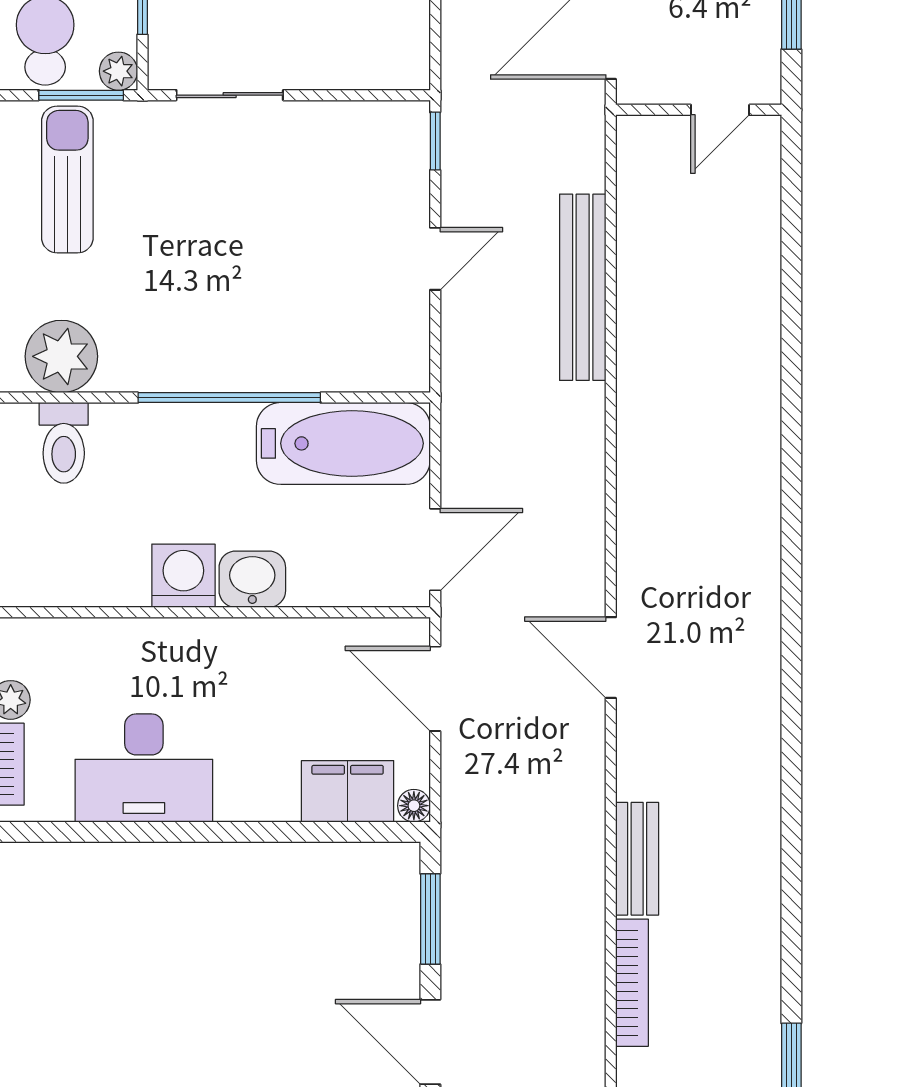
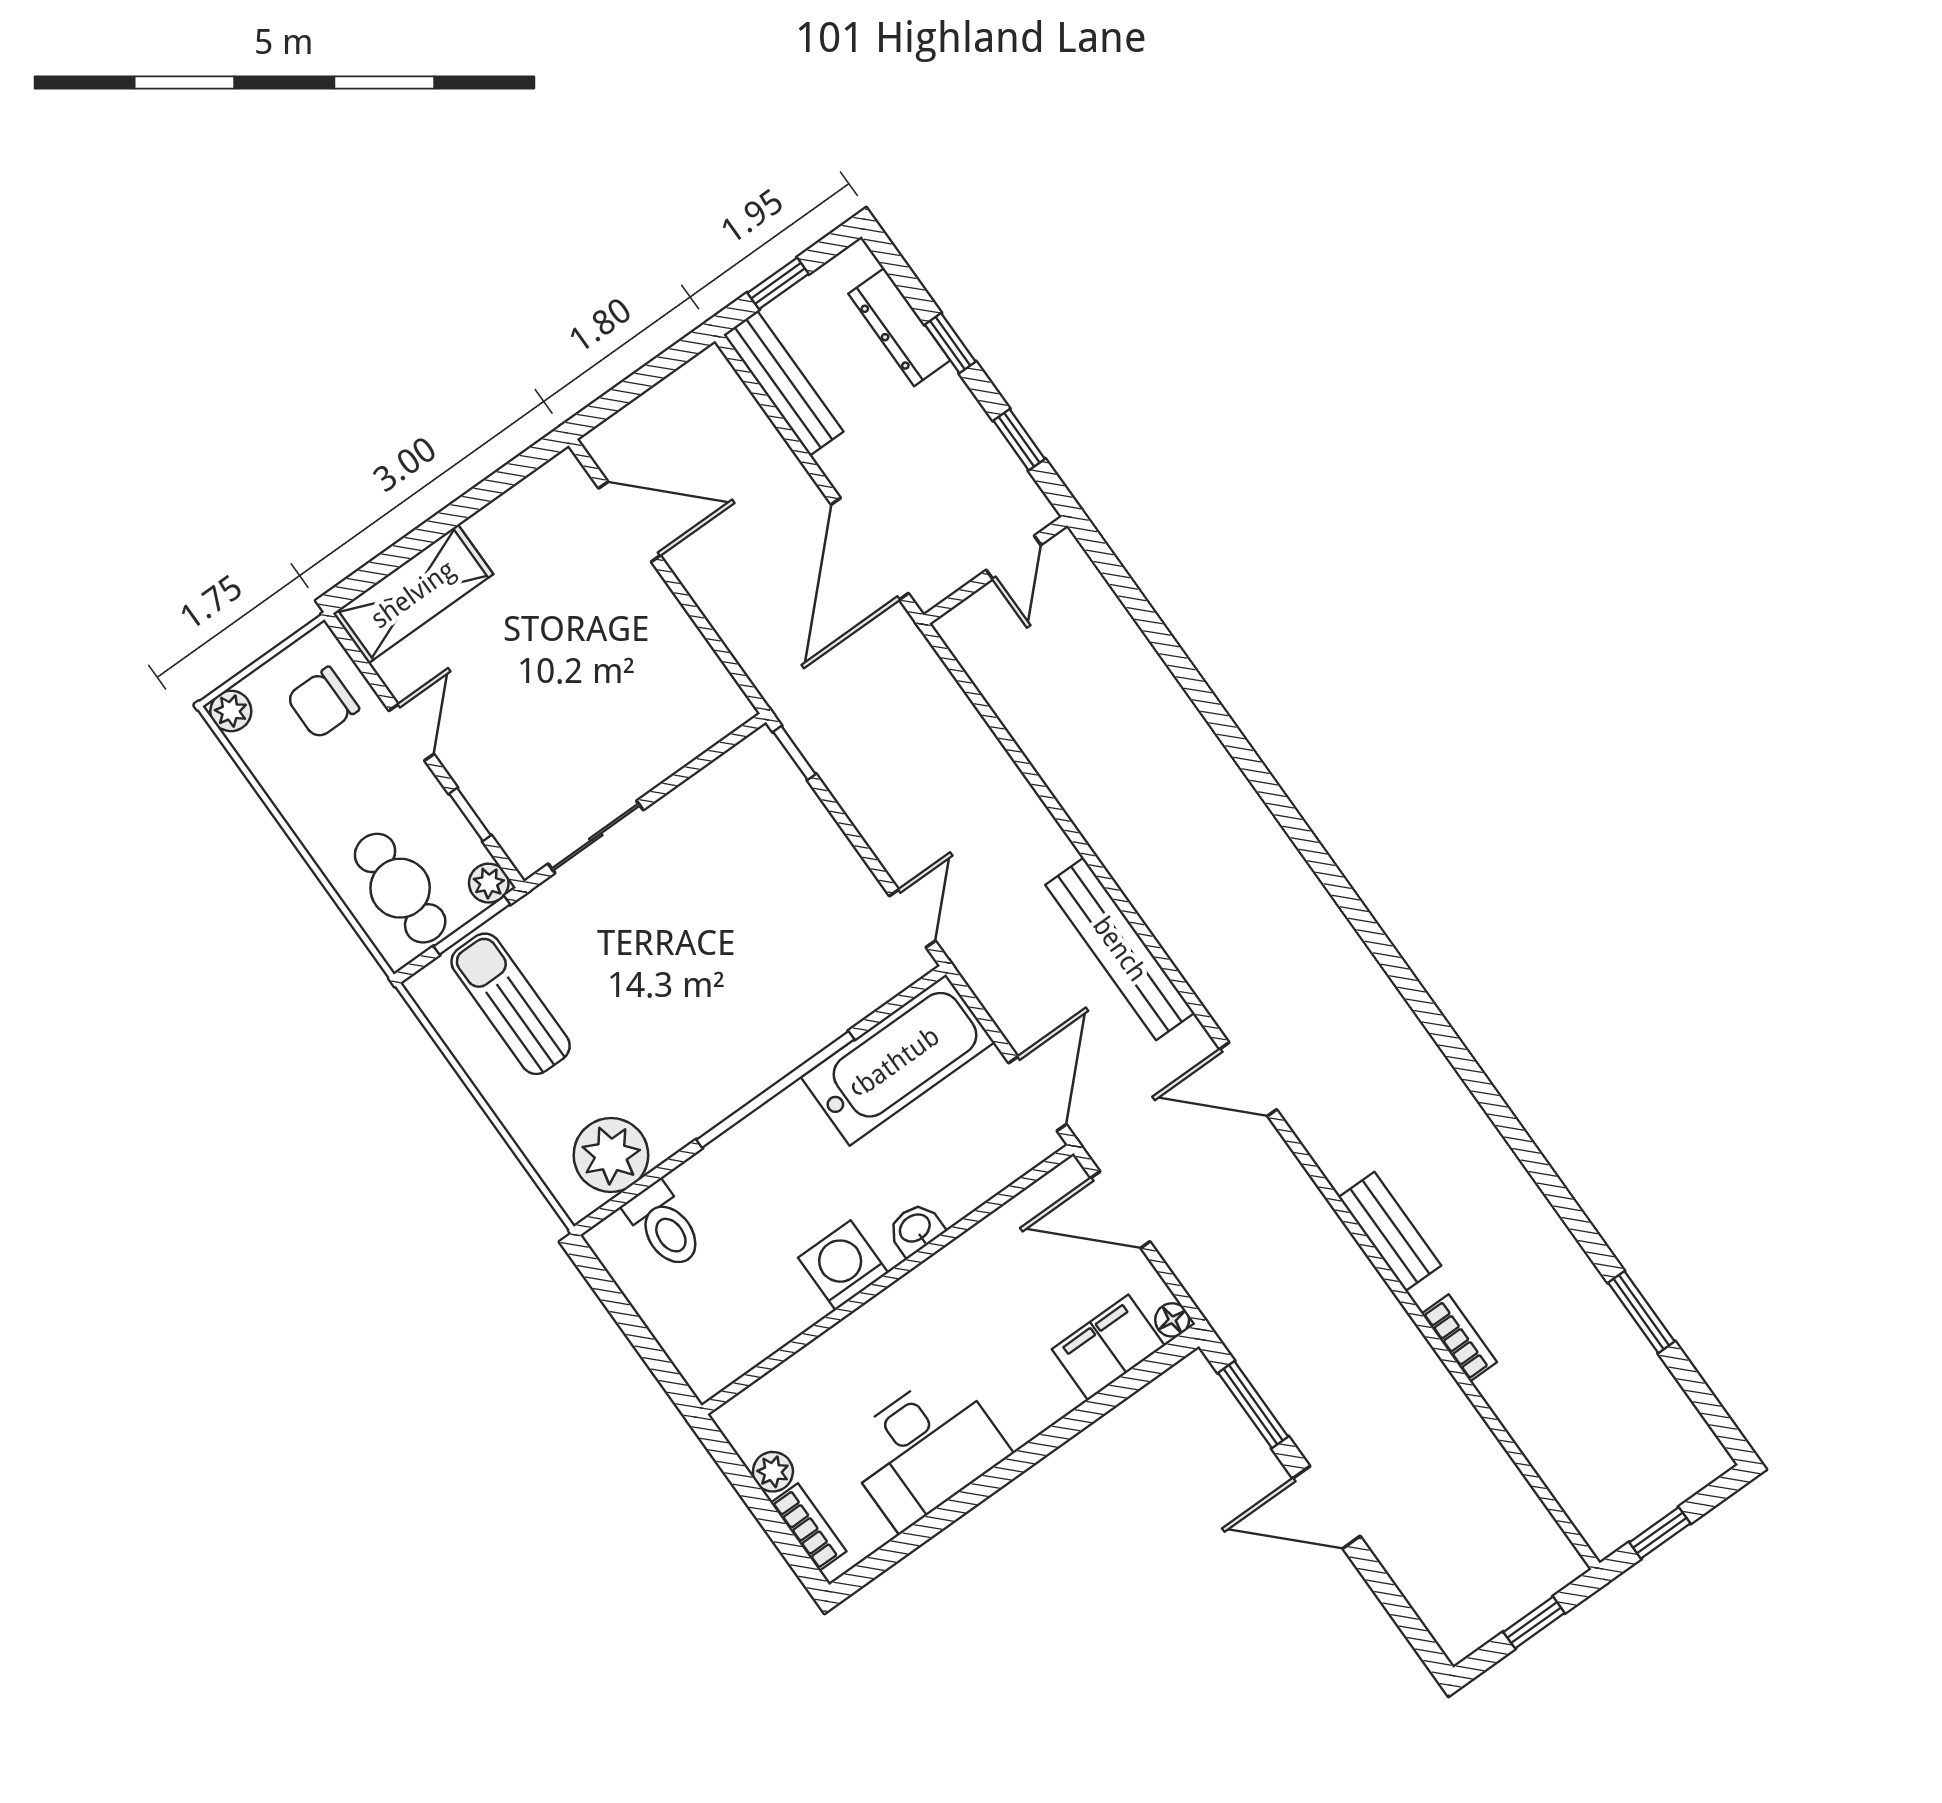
door: (435, 259) -> (912, 918), moved
bench: (583, 287) -> (1120, 949), moved
washbasin: (252, 579) -> (915, 1229), width x0.72, depth x0.69
bookcase: (632, 983) -> (1459, 1338), width x0.64

